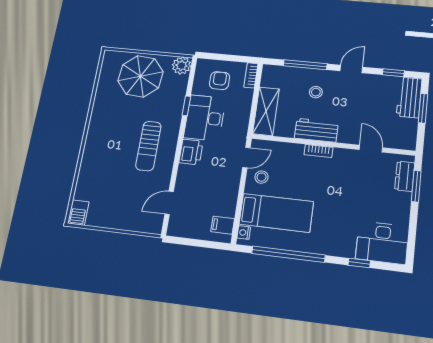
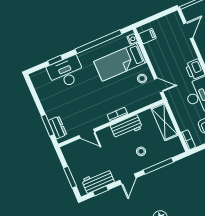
workbench: (409, 97) -> (98, 181), moved, turned -90
door: (246, 158) -> (159, 85), swing flipped
desk: (382, 243) -> (66, 72), moved

